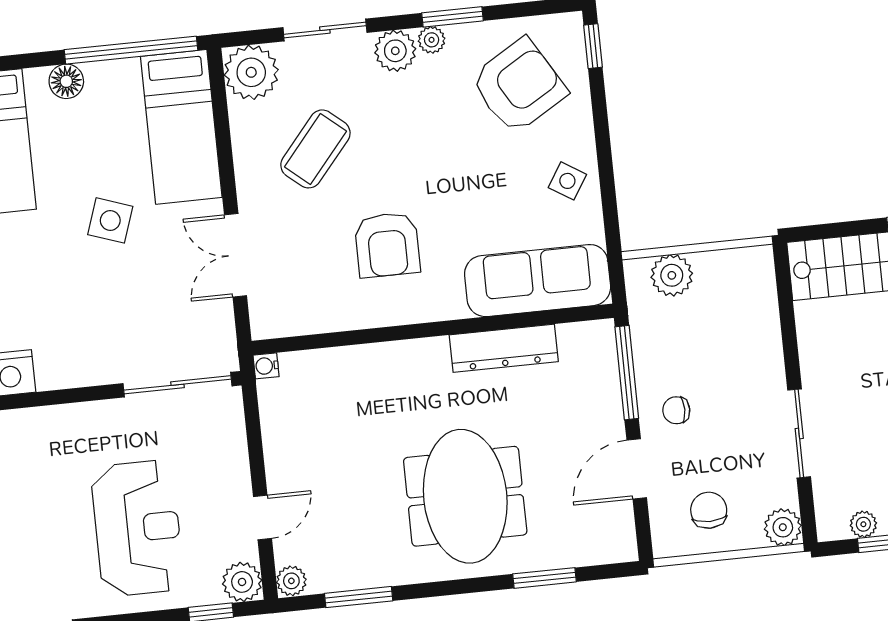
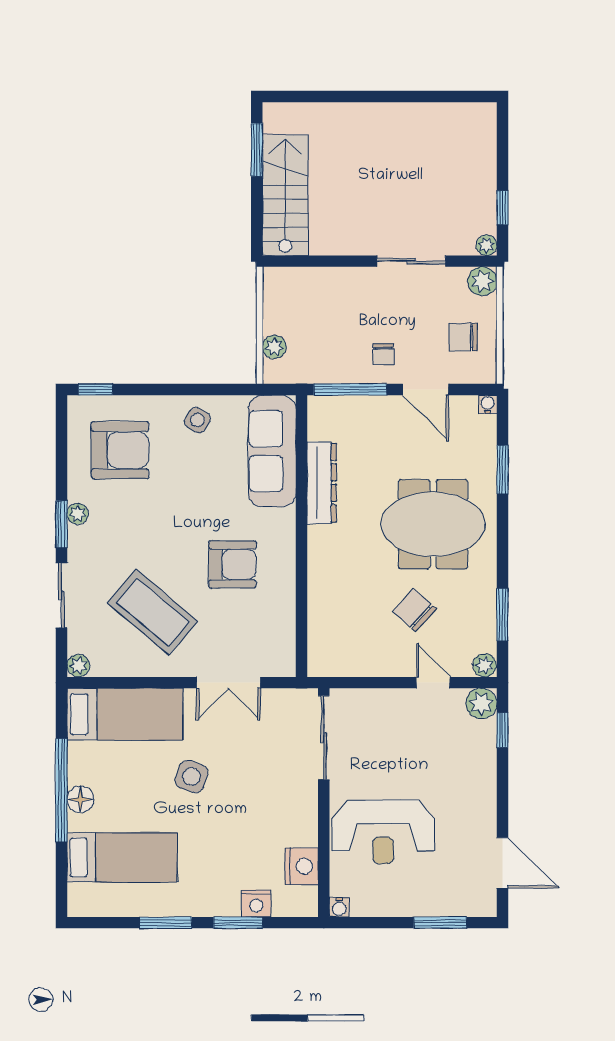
window: (452, 17) -> (61, 524), moved
window: (131, 50) -> (61, 790), moved
plant: (395, 51) -> (83, 543), removed
plant: (251, 72) -> (78, 666), width x0.53, depth x0.53
armchair: (519, 86) -> (120, 450), turned 121
coffee table: (315, 149) -> (153, 612), width x1.36, depth x1.32
plant: (672, 275) -> (274, 347), width x0.73, depth x0.73
water cooler: (266, 366) -> (488, 404), moved, turned 180
chair: (353, 484) -> (414, 610), added
plant: (863, 524) -> (486, 245), moved
reception desk: (137, 528) -> (383, 832), moved, turned 180

